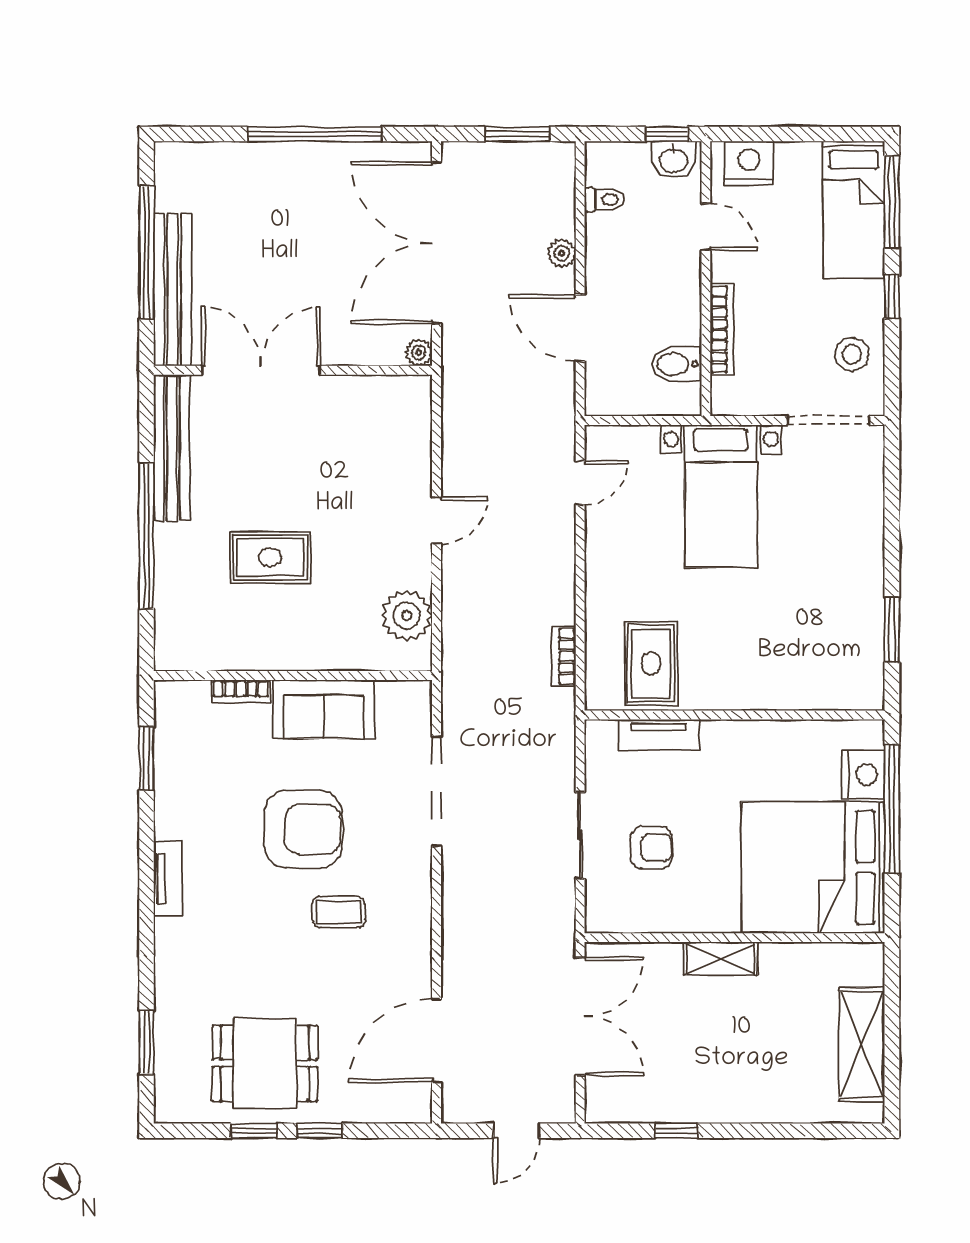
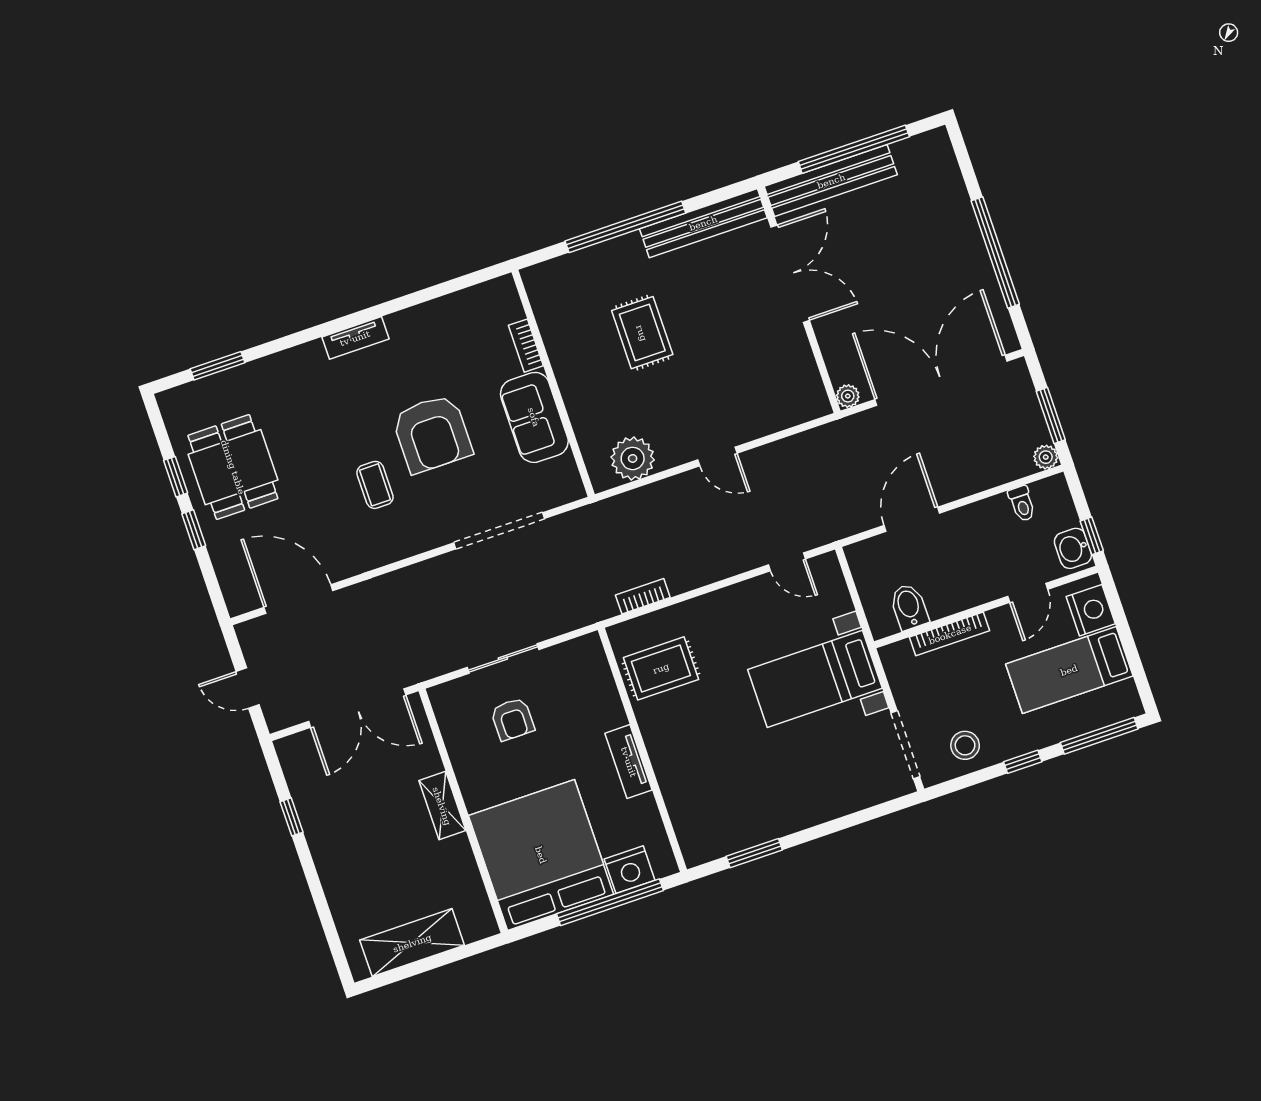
bed: (854, 210) -> (1069, 670), moved
plant: (562, 253) -> (1046, 457), moved
tv unit: (659, 735) -> (629, 762), moved
window: (146, 759) -> (446, 288), removed

